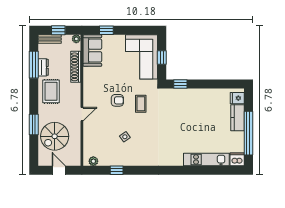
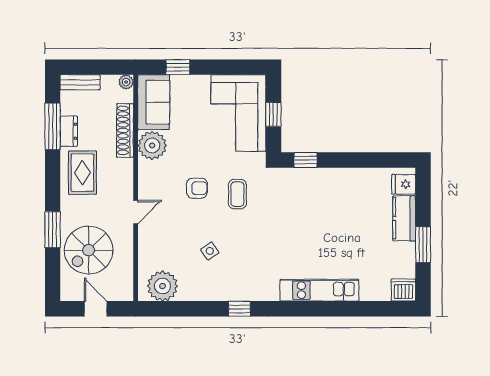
window: (58, 30) -> (95, 67), removed
plant: (91, 76) -> (152, 145), added
window: (248, 133) -> (423, 245), width x0.47
kitchen unit: (206, 159) -> (319, 290), moved
plant: (93, 161) -> (163, 286), width x1.87, depth x1.87
window: (117, 170) -> (239, 309), moved

